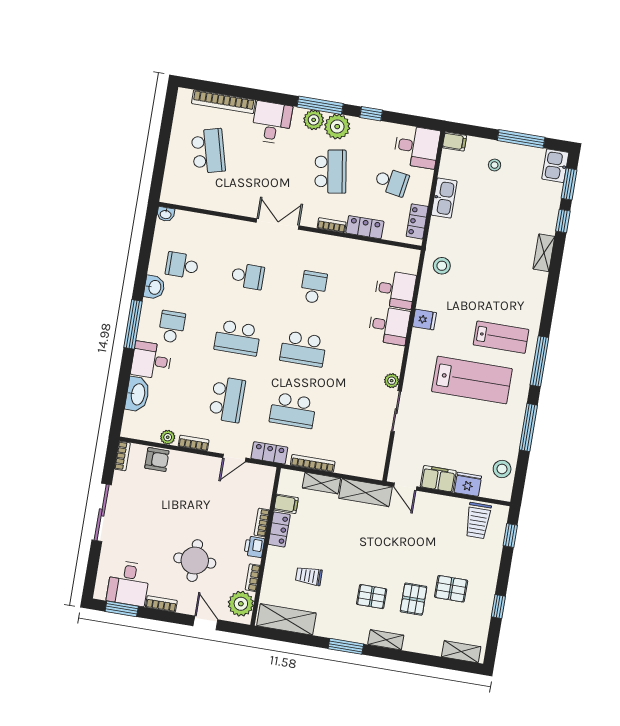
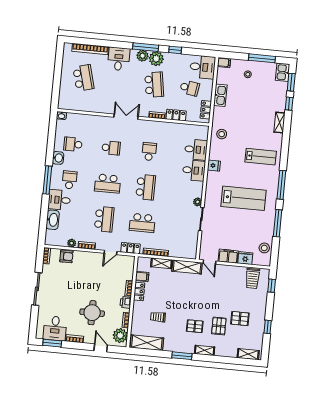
lab bench: (501, 337) -> (261, 157), moved
school desk: (303, 349) -> (146, 187), turned -90

